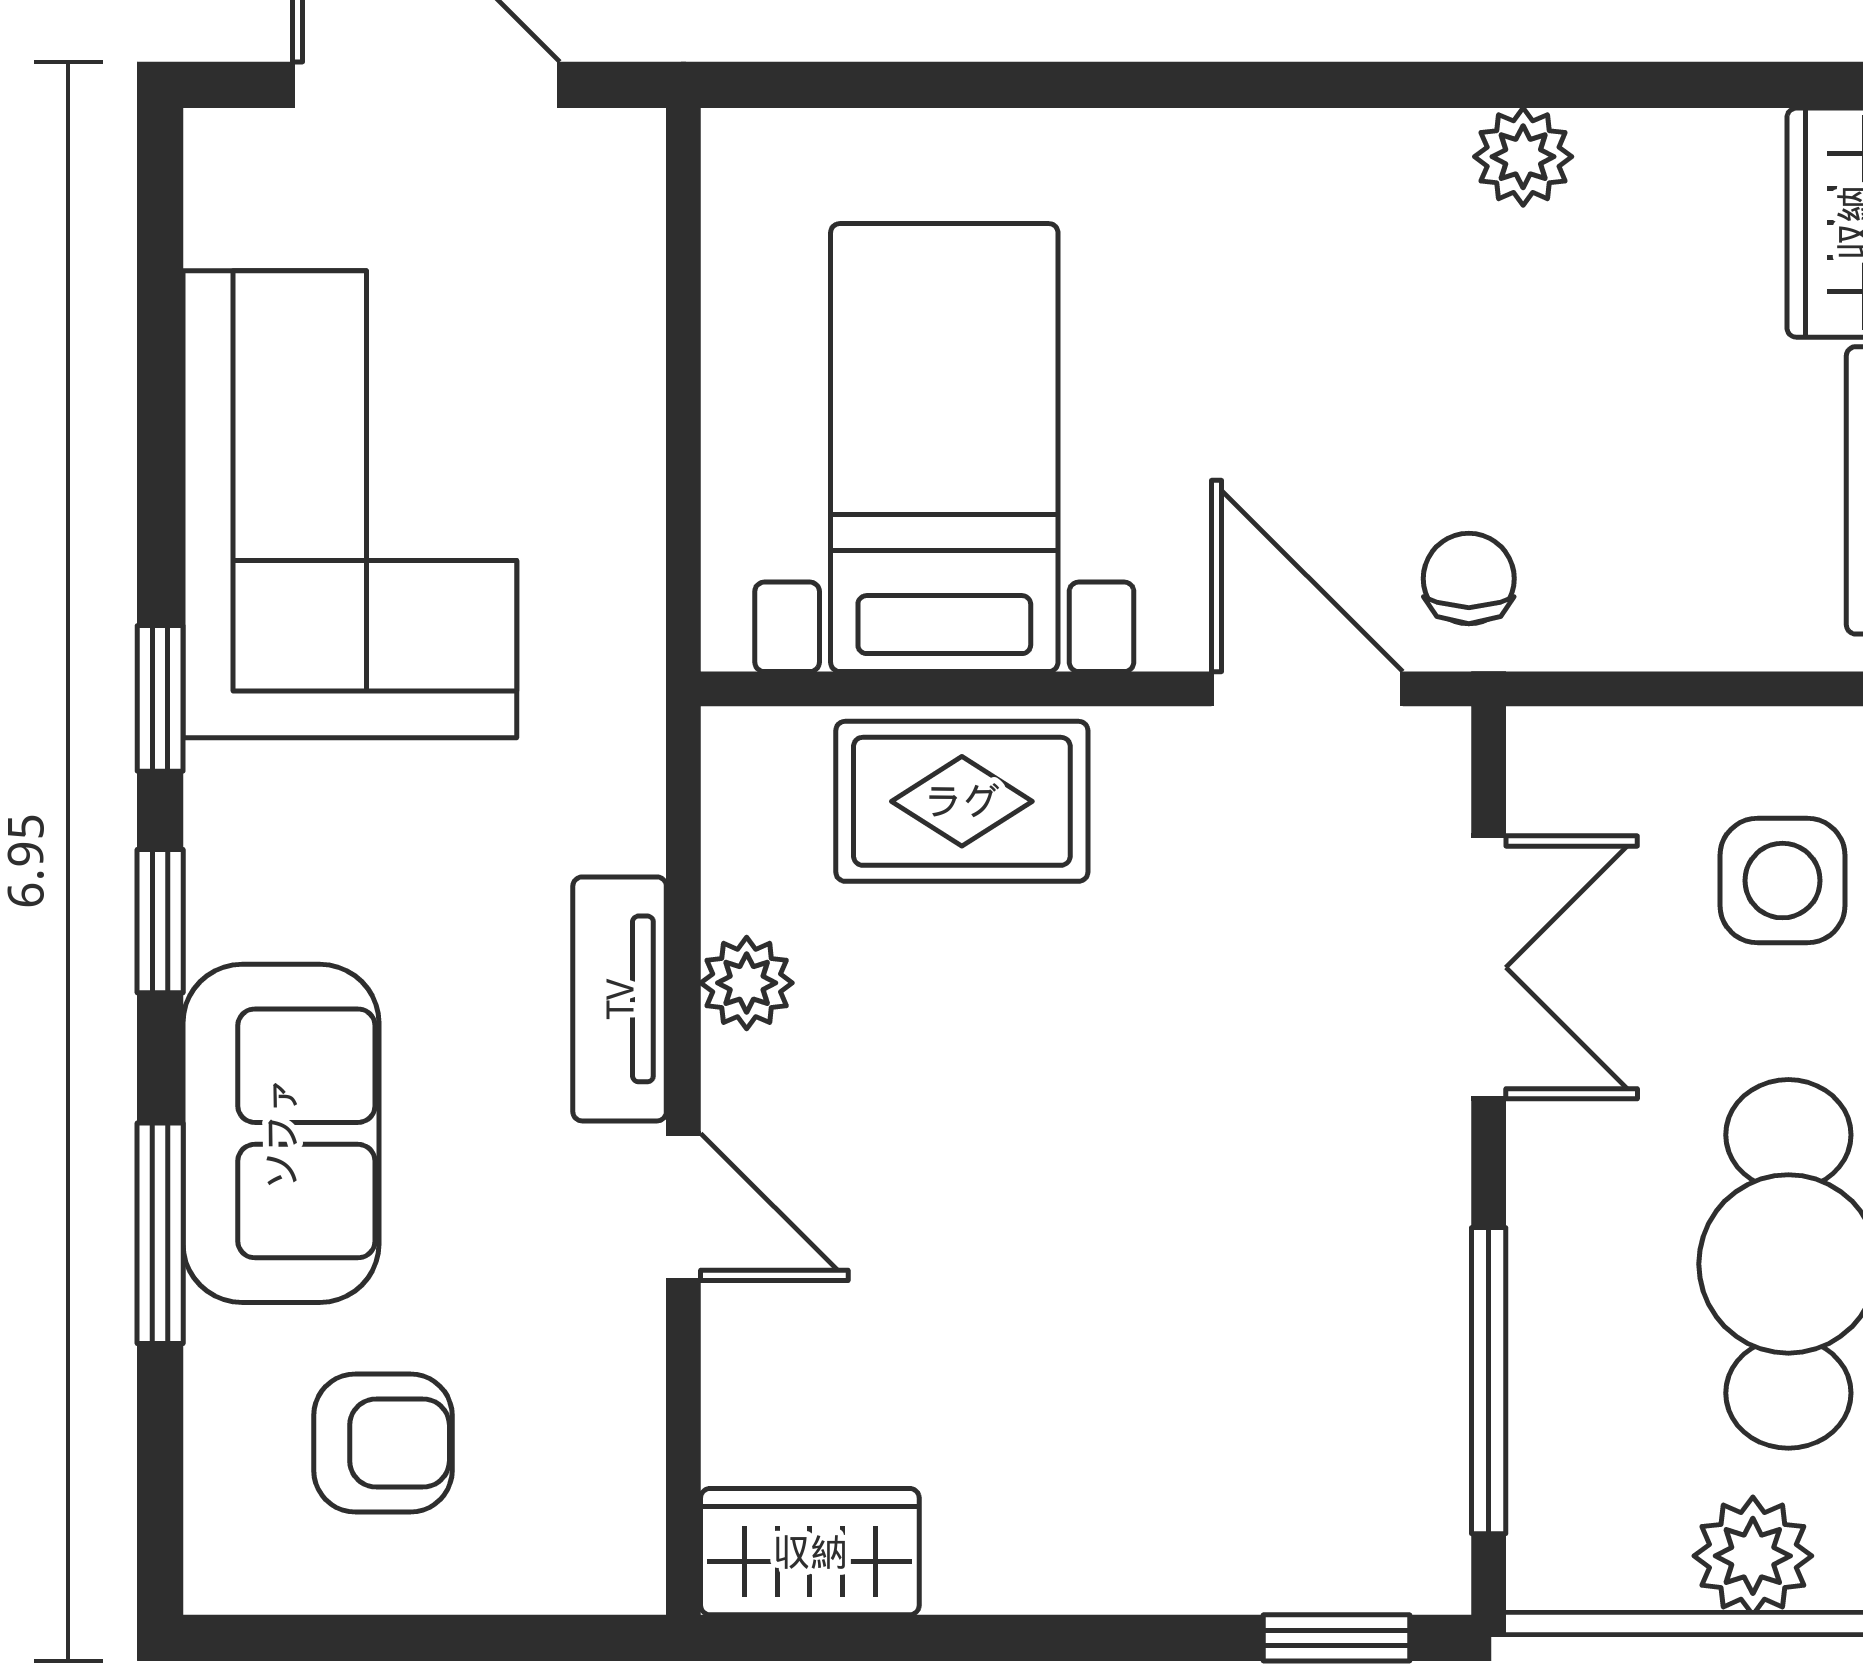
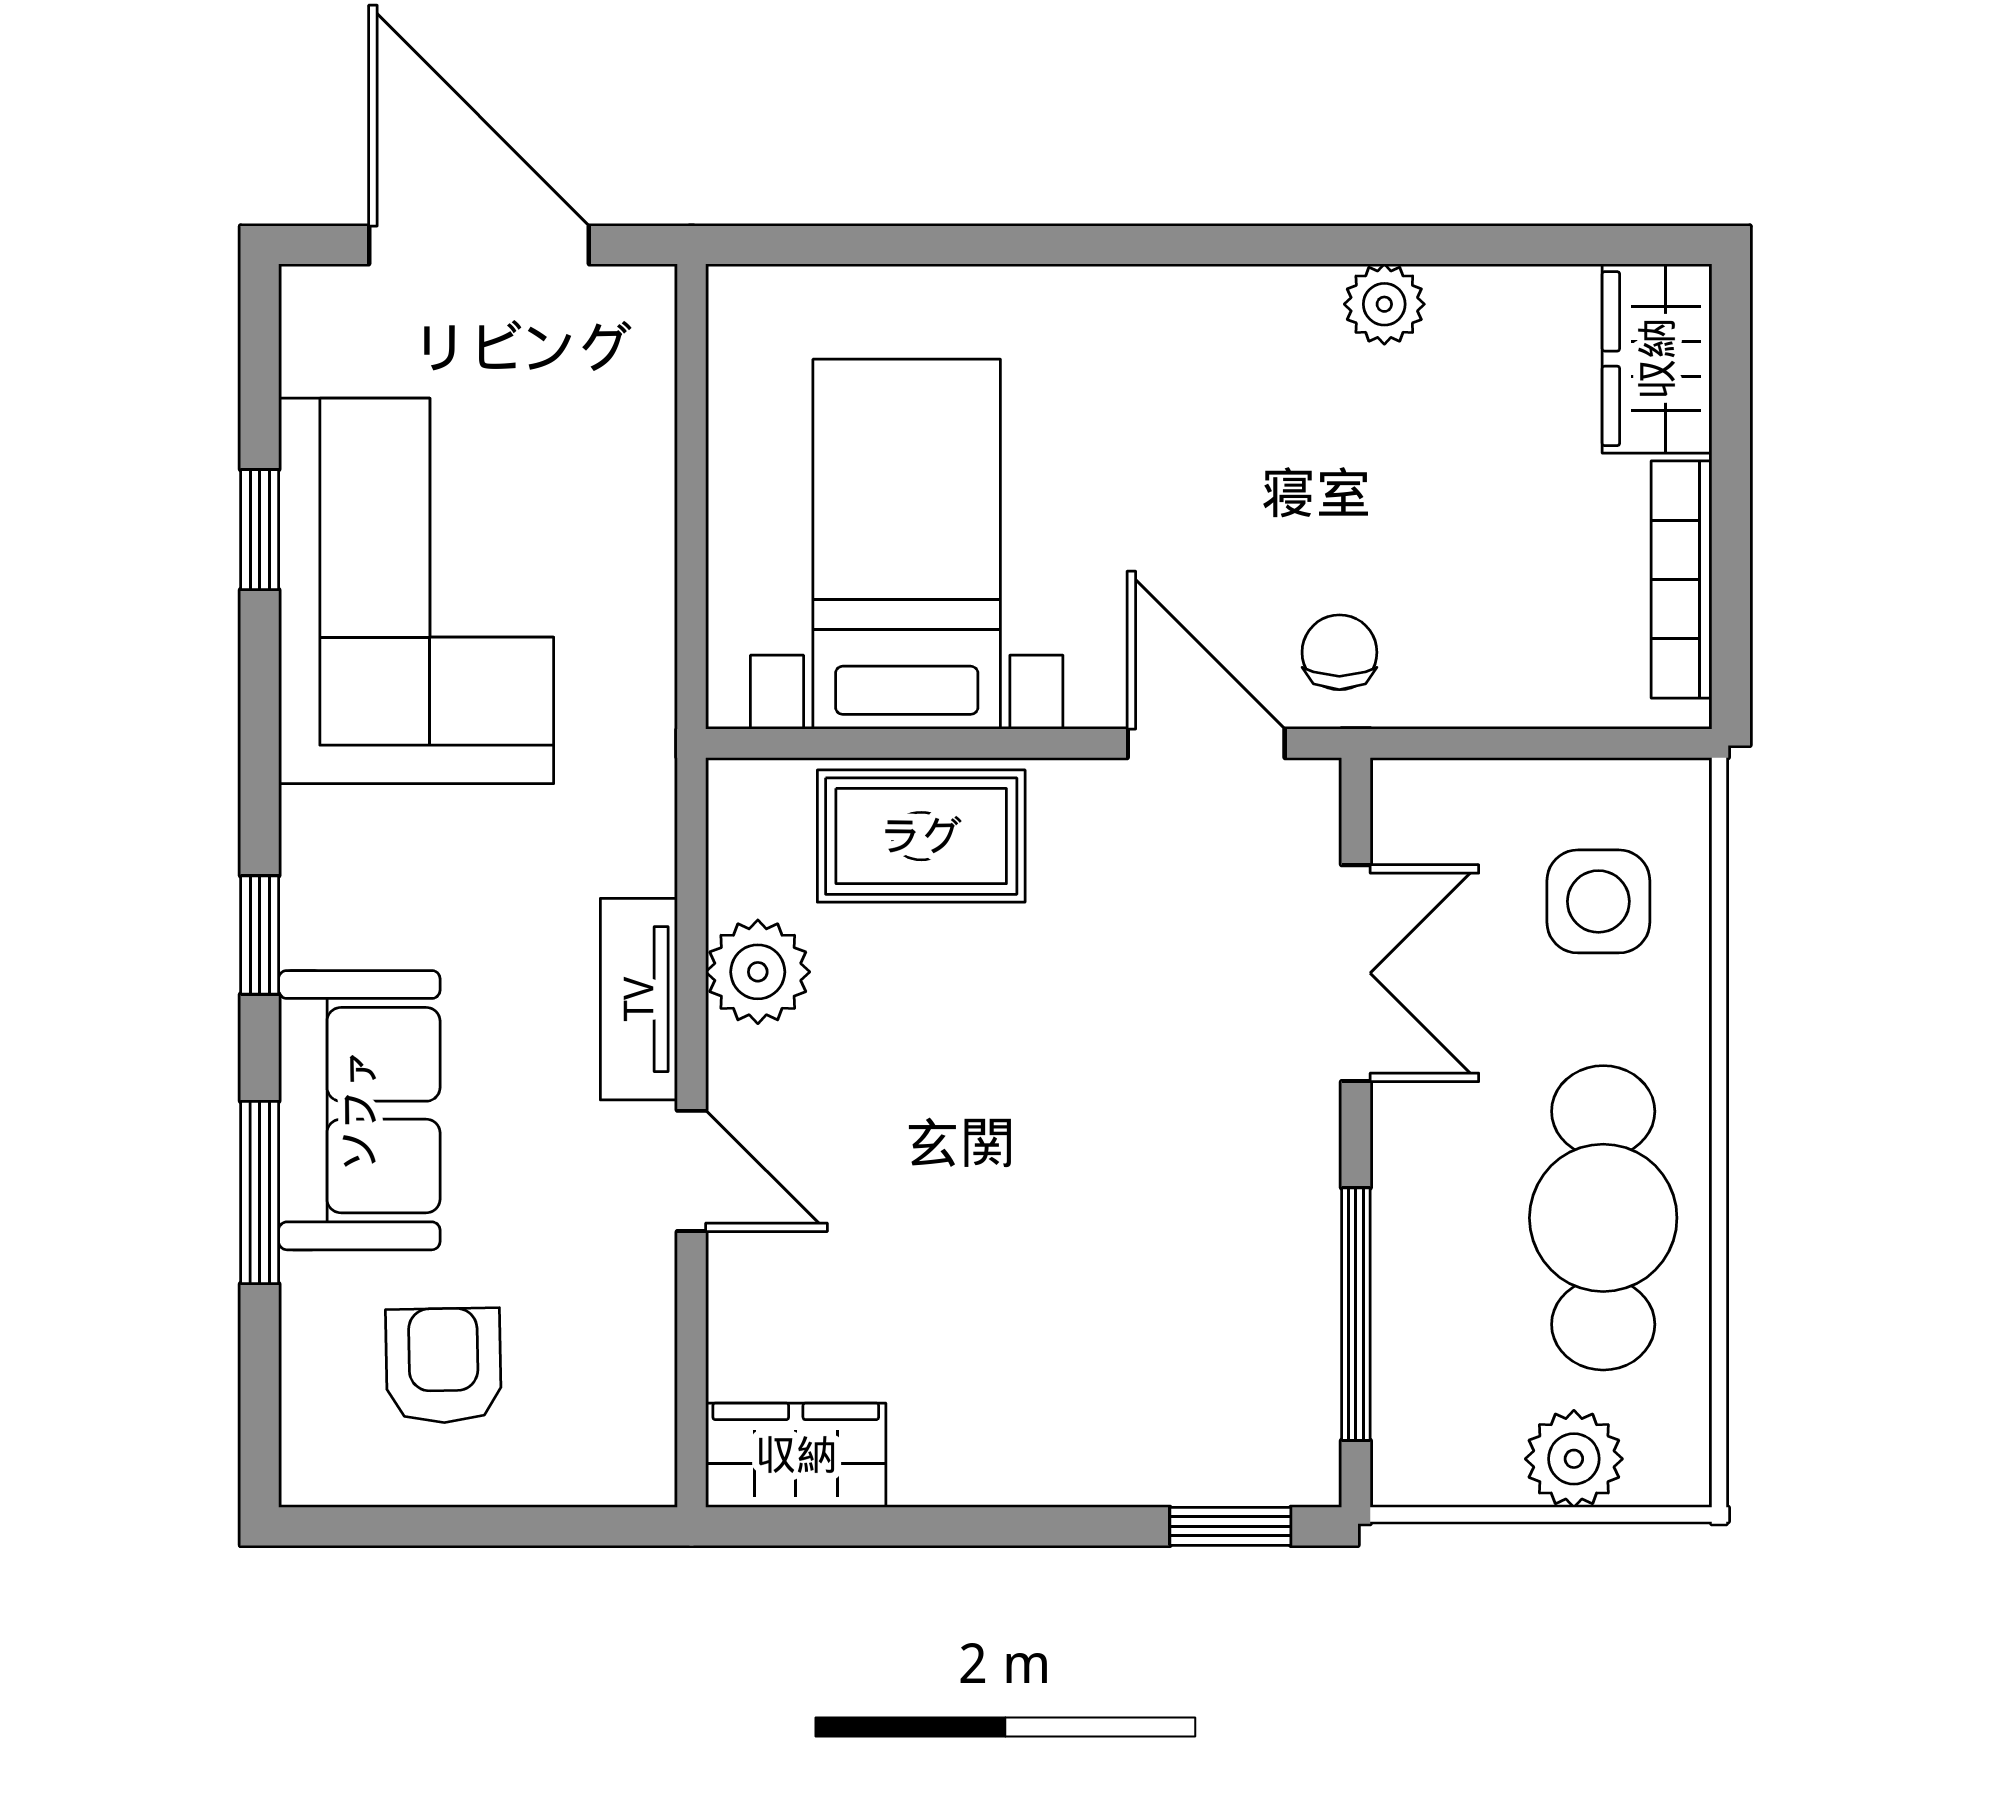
window: (160, 698) -> (260, 530), moved
plant: (747, 983) -> (758, 972), width x1.38, depth x1.38
armchair: (383, 1443) -> (443, 1366), turned -91

